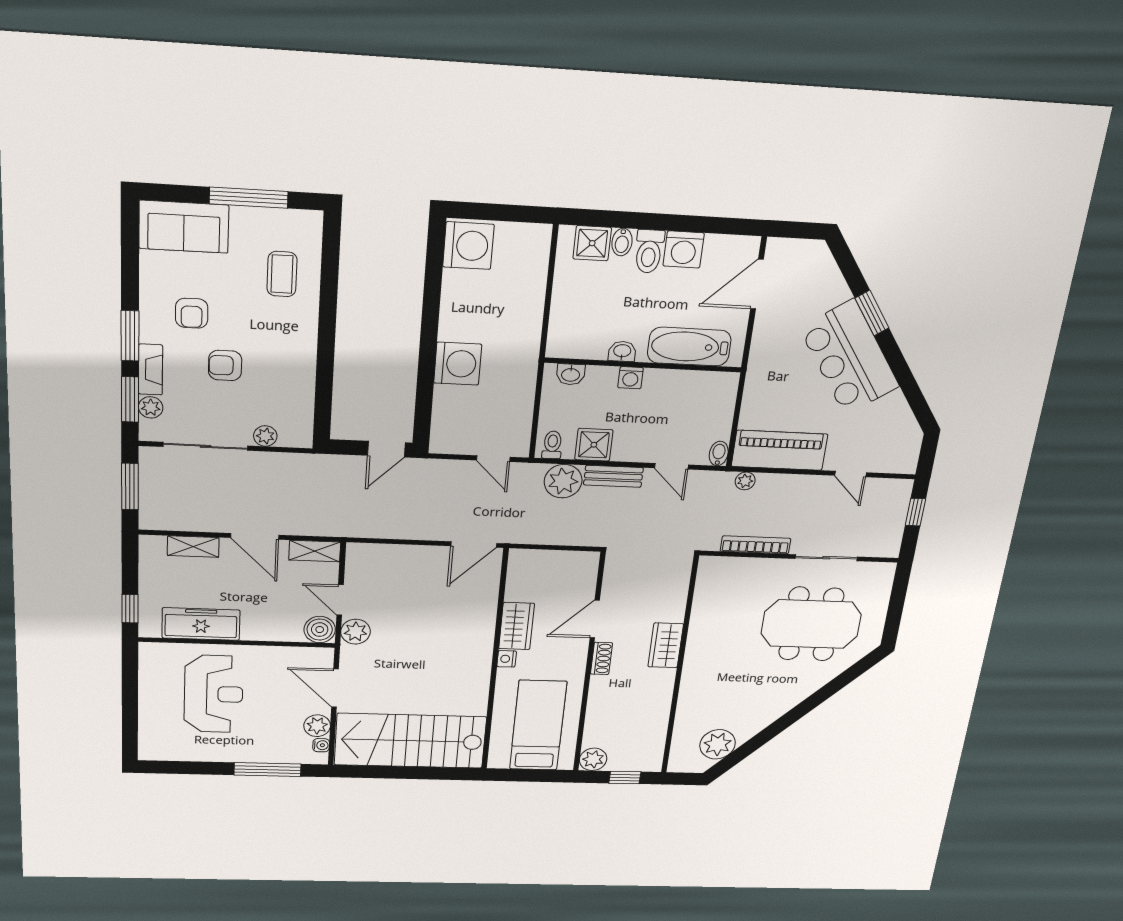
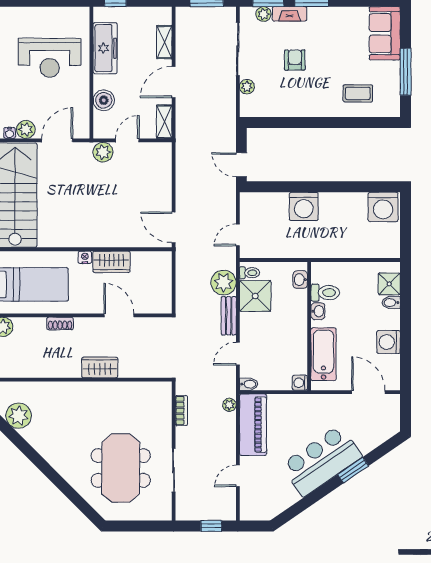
toilet: (649, 251) -> (325, 293), moved, turned 180
armchair: (192, 313) -> (329, 39), removed
washing machine: (631, 378) -> (300, 383), moved
shower: (594, 445) -> (255, 296), width x1.36, depth x1.36
bookcase: (756, 545) -> (181, 411), width x0.64
boiler: (320, 630) -> (104, 100), moved
shoe rack: (601, 658) -> (60, 323), moved

